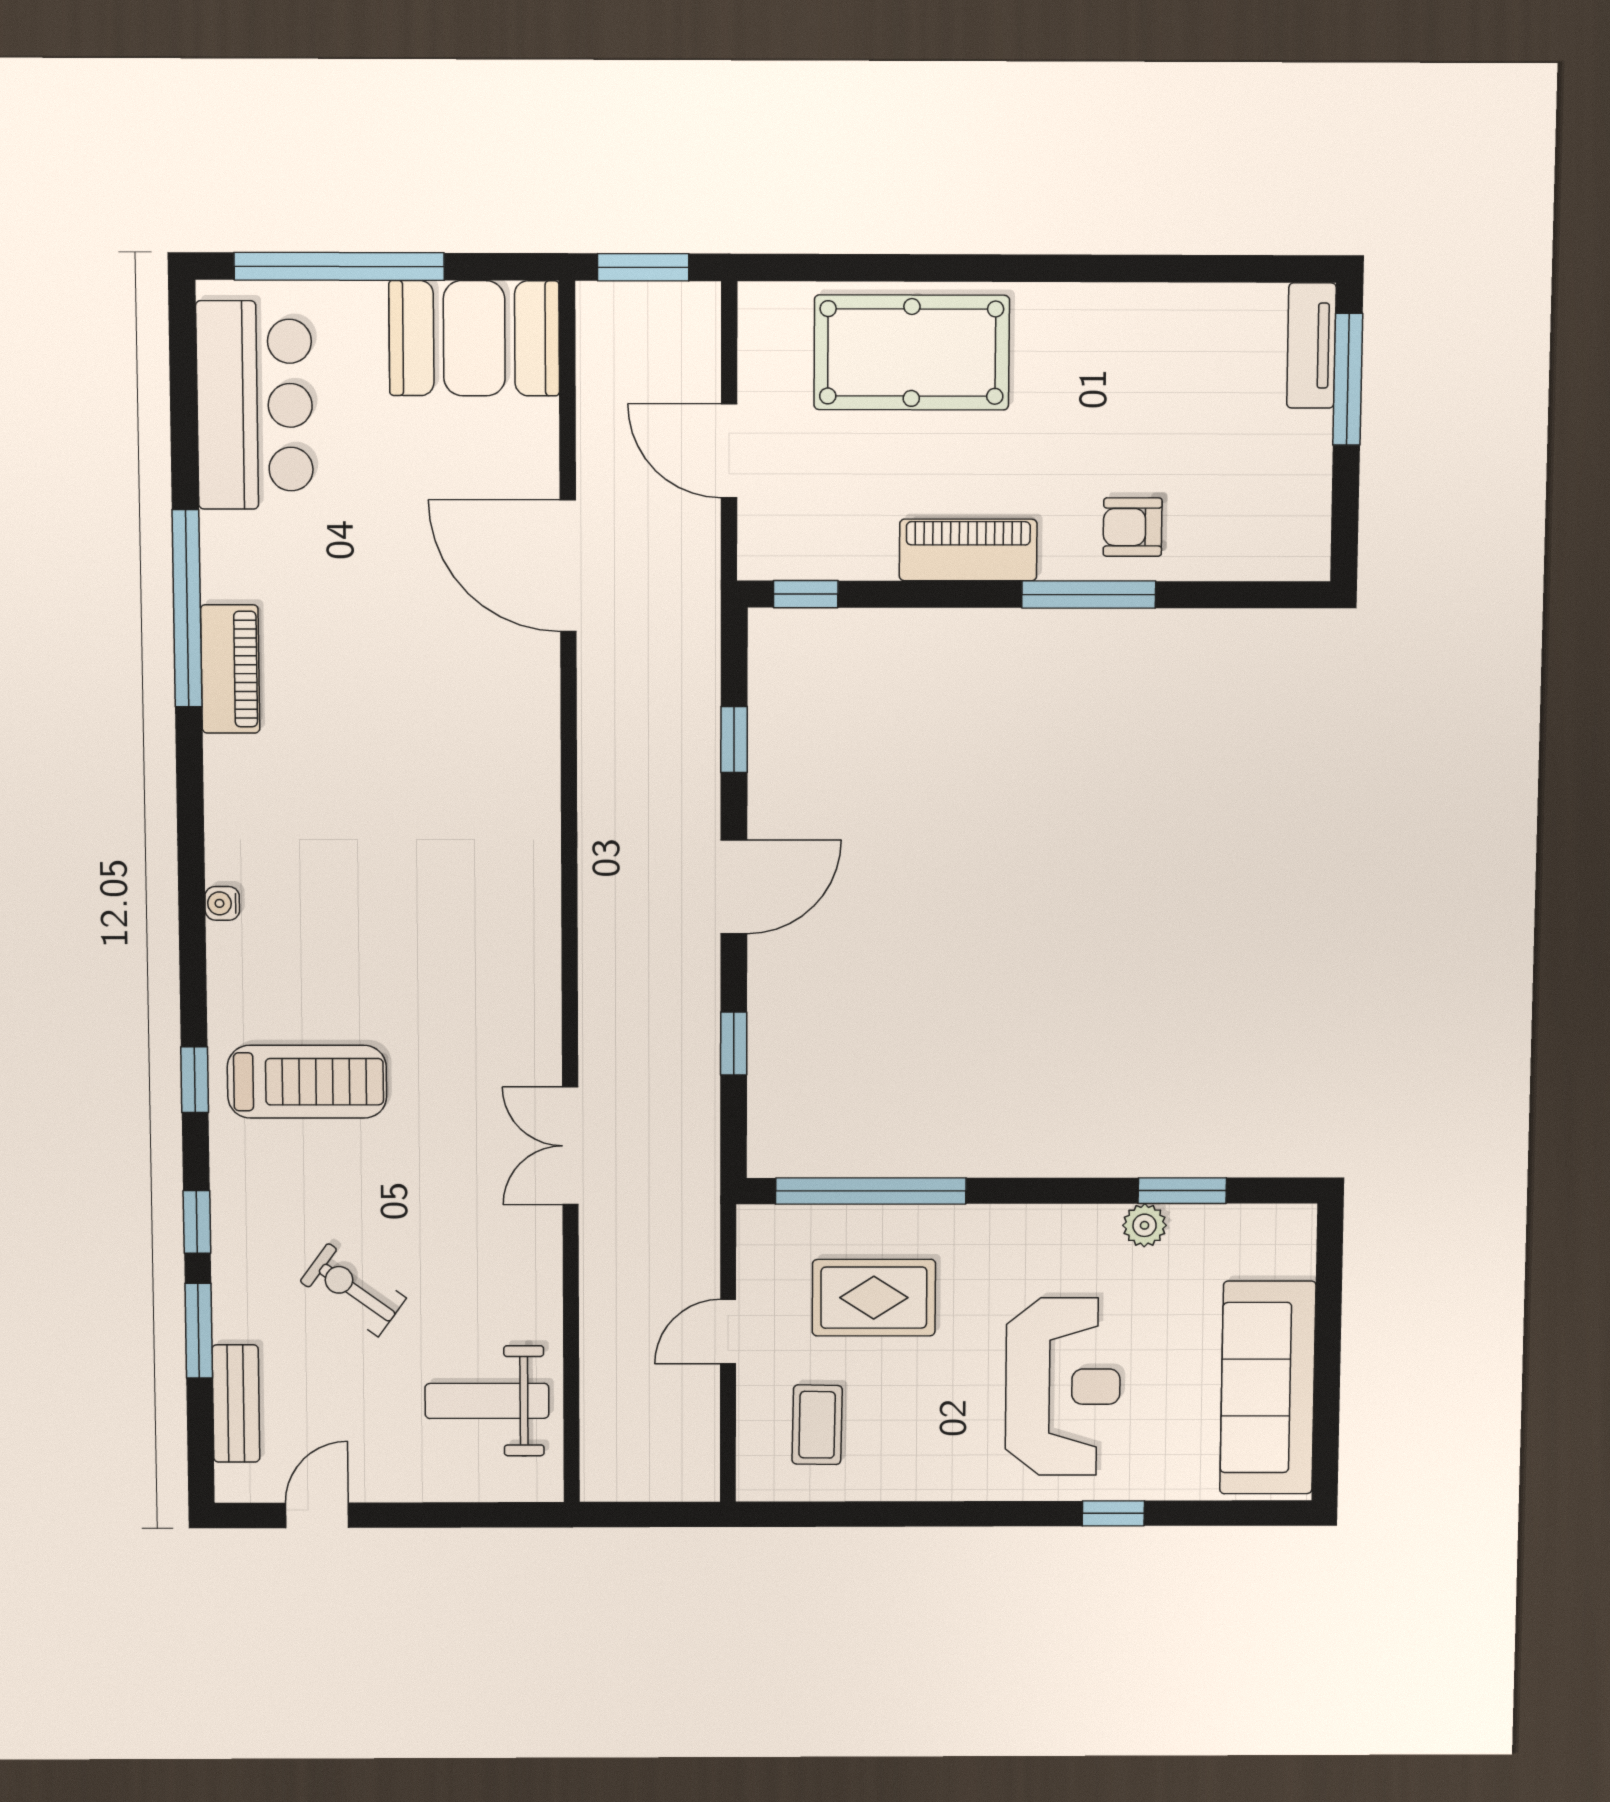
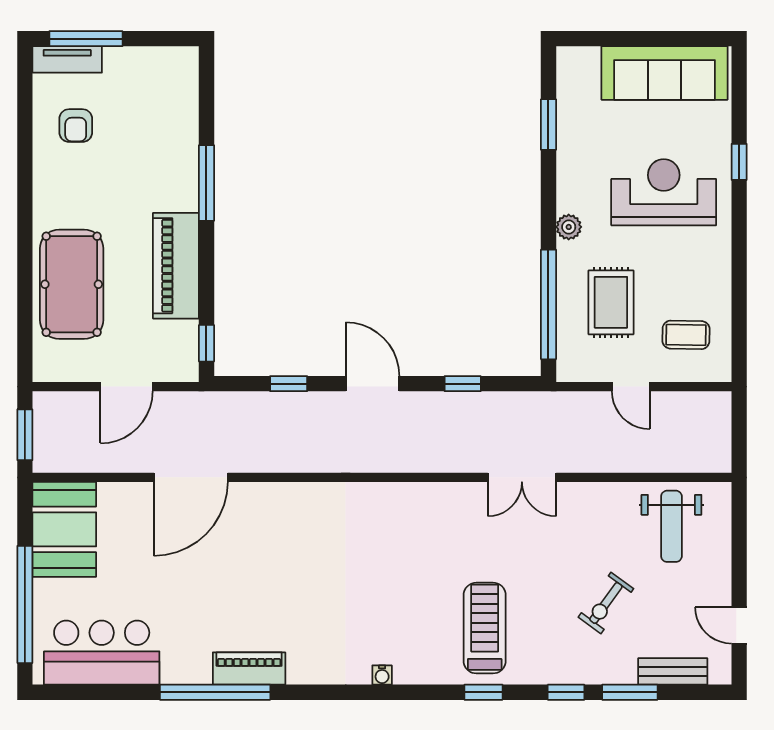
armchair: (1133, 527) -> (76, 126), moved
piano: (968, 550) -> (176, 266), width x1.37, depth x1.33
plant: (1145, 1225) -> (569, 227), moved

